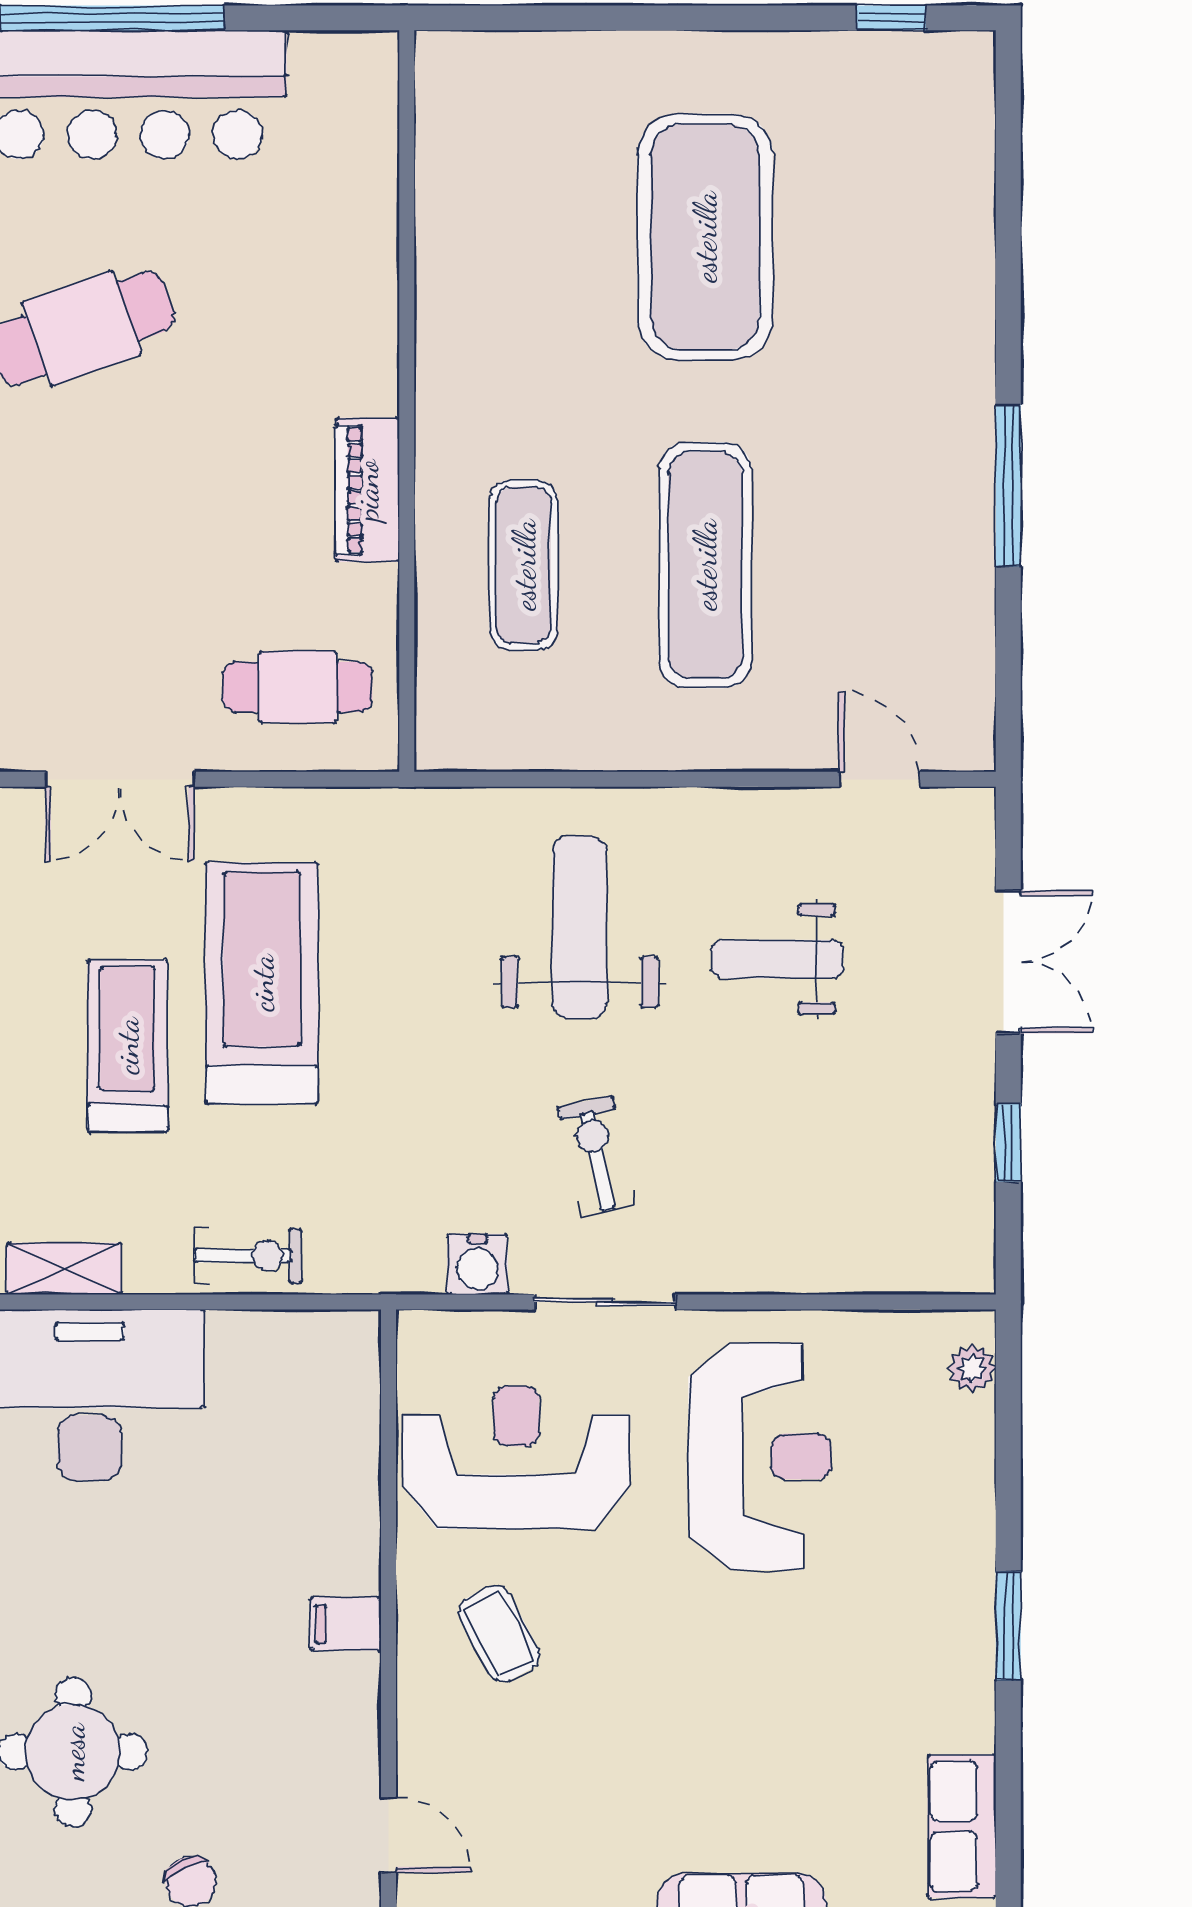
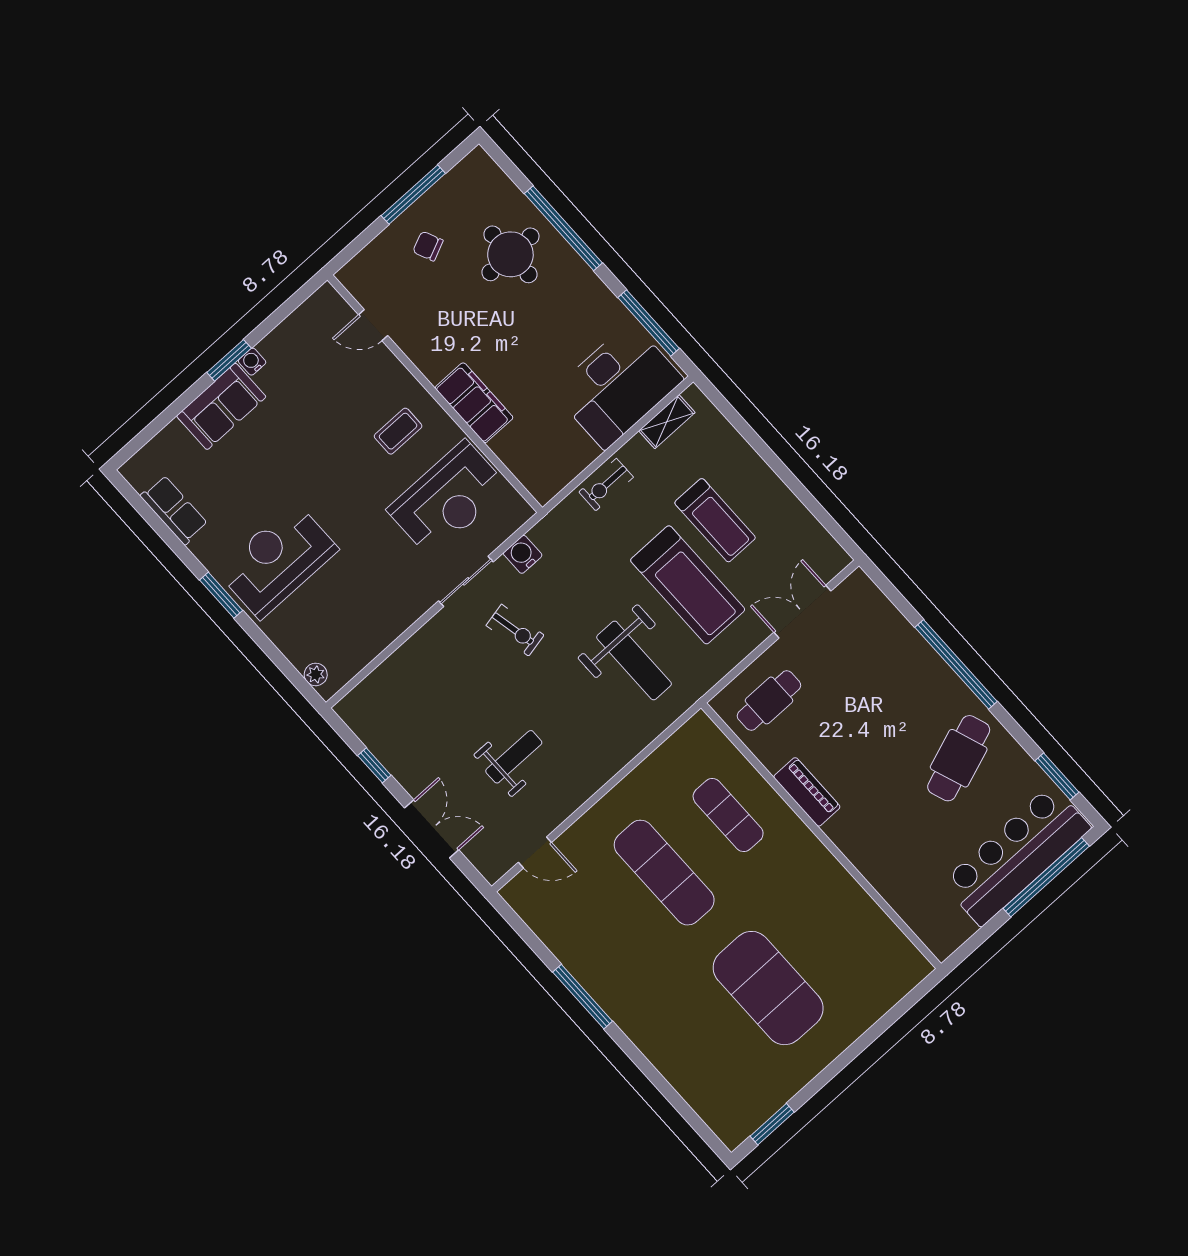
window: (891, 18) -> (772, 1124), width x1.50
weight bench: (580, 928) -> (634, 660), moved
double door: (1008, 962) -> (432, 829), swing flipped
reception desk: (760, 1456) -> (278, 560), moved, turned 90
filing cabinet: (346, 1624) -> (474, 403), width x3.00, depth x1.17
coffee table: (499, 1634) -> (398, 431), turned -62

